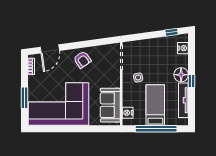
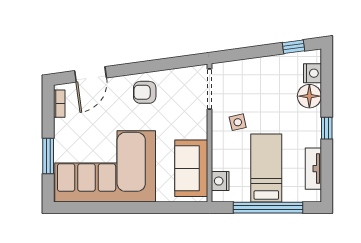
armchair: (82, 60) -> (145, 92), turned 125
floor lamp: (181, 75) -> (309, 96), moved
tv unit: (183, 100) -> (313, 169), width x0.71

